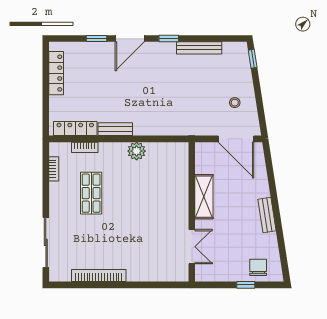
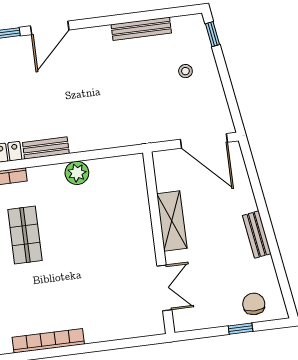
window: (169, 38) -> (100, 21), removed
stool: (235, 103) -> (185, 71), moved

